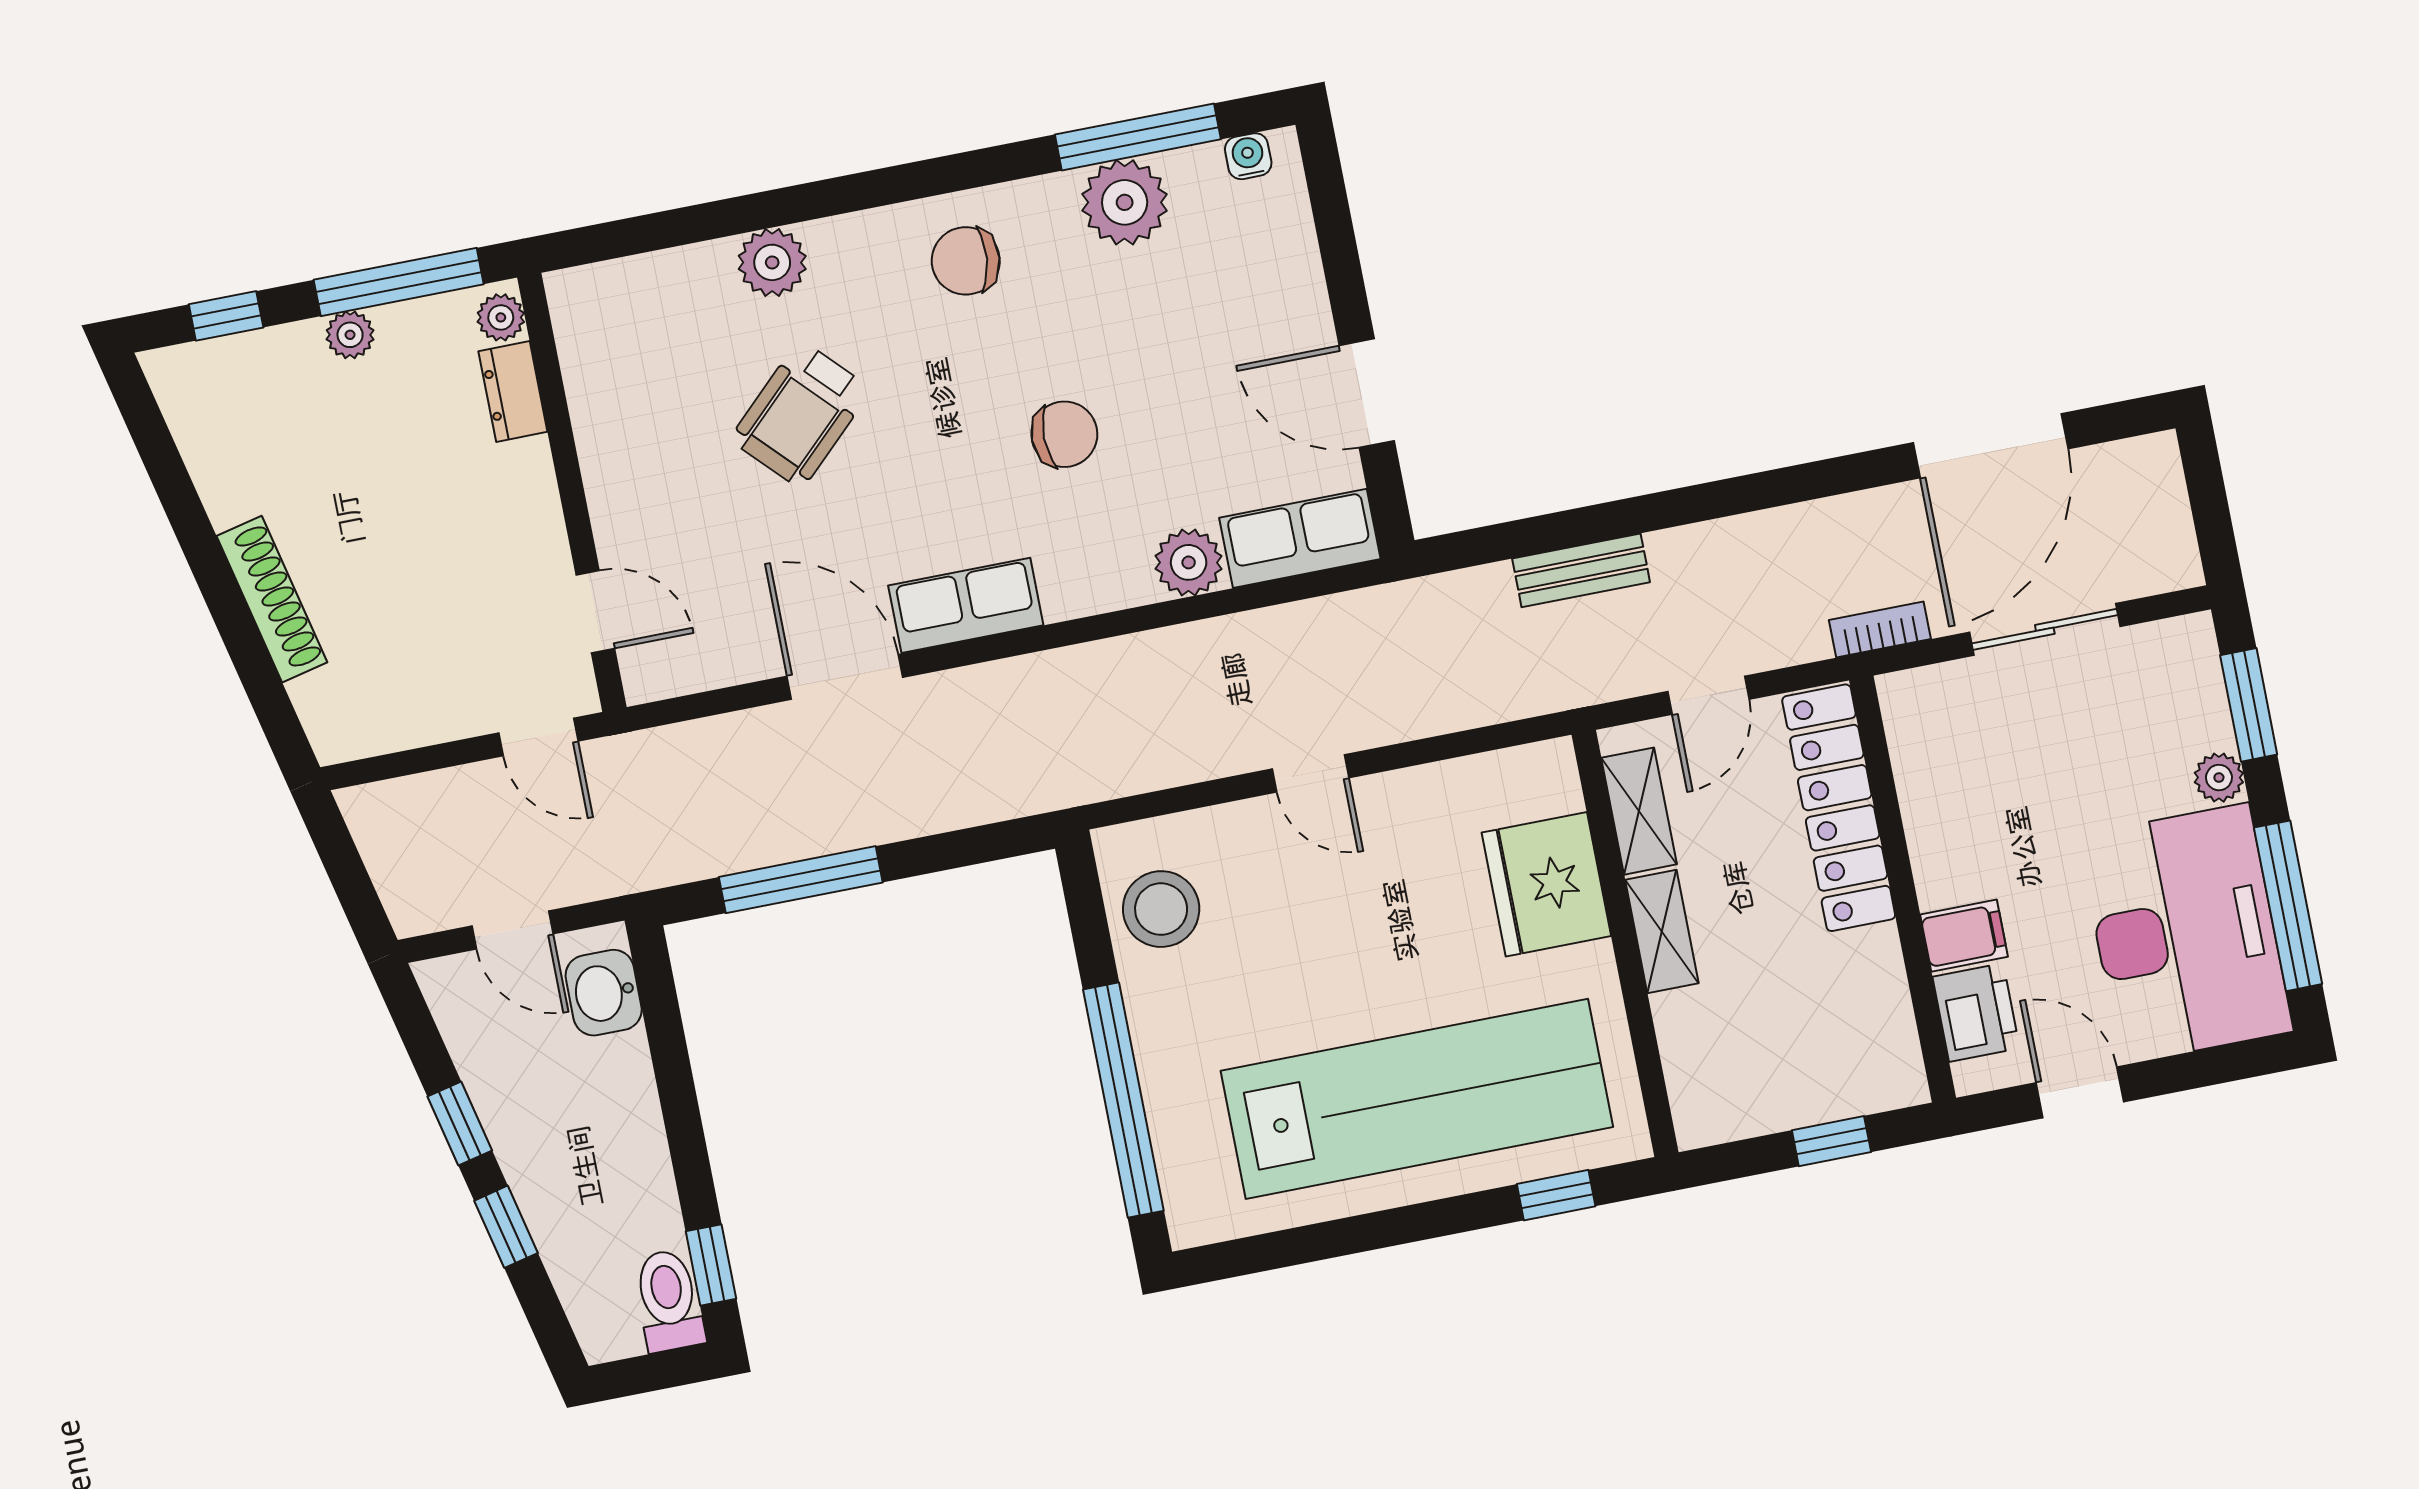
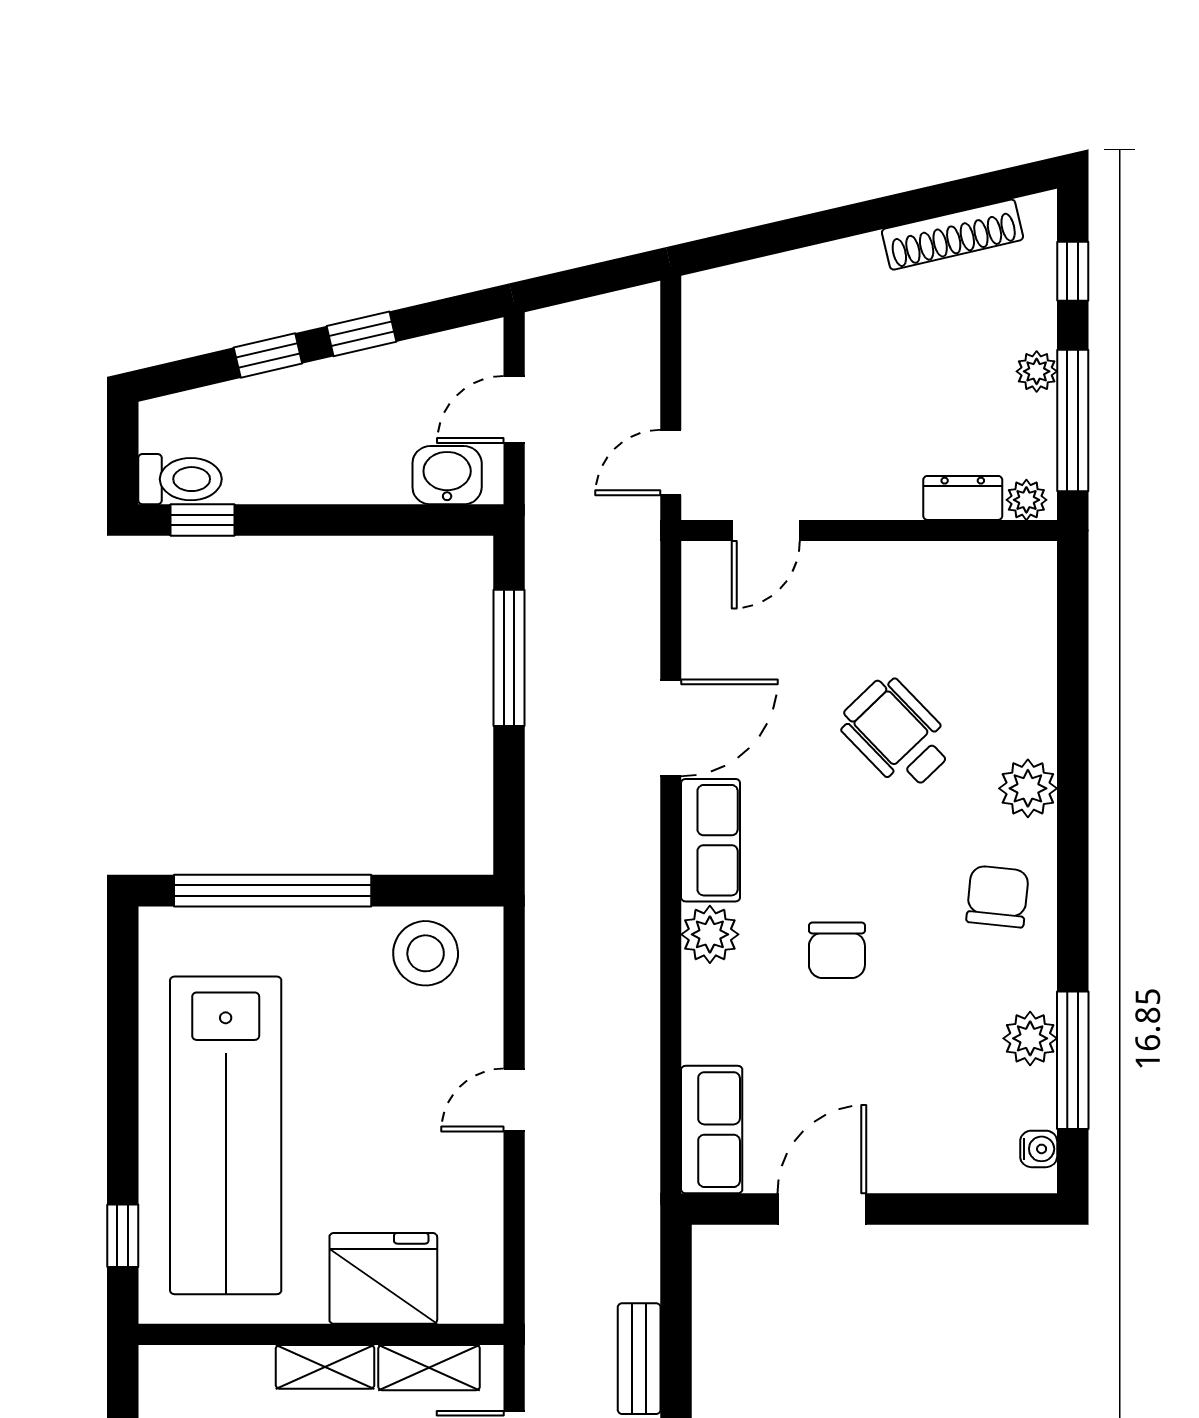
plant: (1125, 202) -> (1030, 1038), width x0.73, depth x0.73
plant: (772, 262) -> (1028, 788), moved
plant: (1189, 562) -> (710, 934), moved
shoe rack: (272, 599) -> (952, 235), moved

